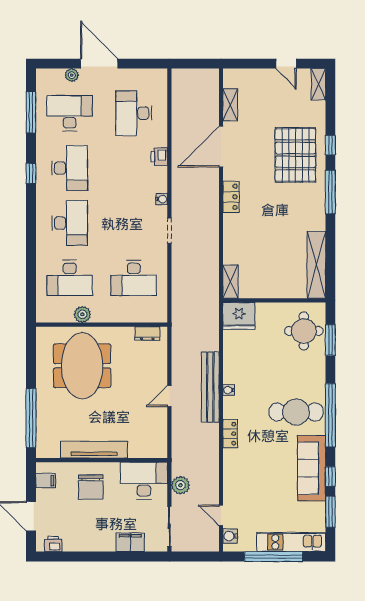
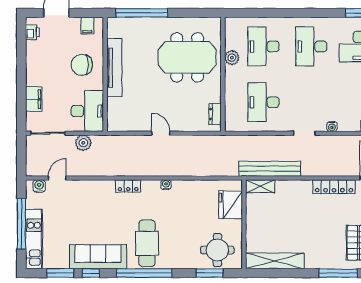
locker: (231, 197) -> (334, 187), width x1.53
desk: (70, 223) -> (311, 46), turned 90
fridge: (239, 316) -> (230, 205), moved
bench: (210, 387) -> (270, 169), moved

